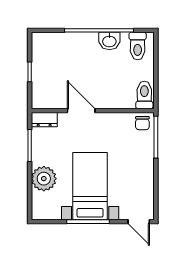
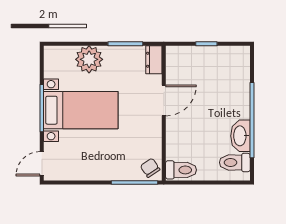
washbasin: (109, 41) -> (240, 136), width x1.38
chair: (142, 123) -> (150, 168), turned 56

